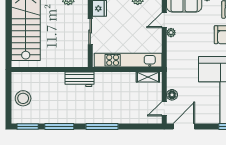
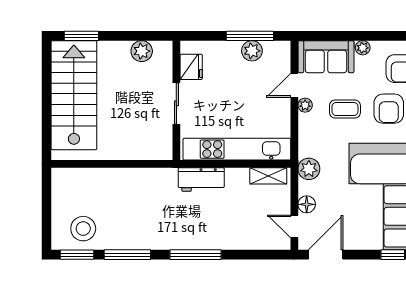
coffee table: (196, 35) -> (345, 109), added
plant: (173, 73) -> (309, 169), added
workbench: (80, 79) -> (201, 180), moved
stool: (23, 98) -> (83, 229), moved
door: (164, 109) -> (294, 226), hinge flipped

